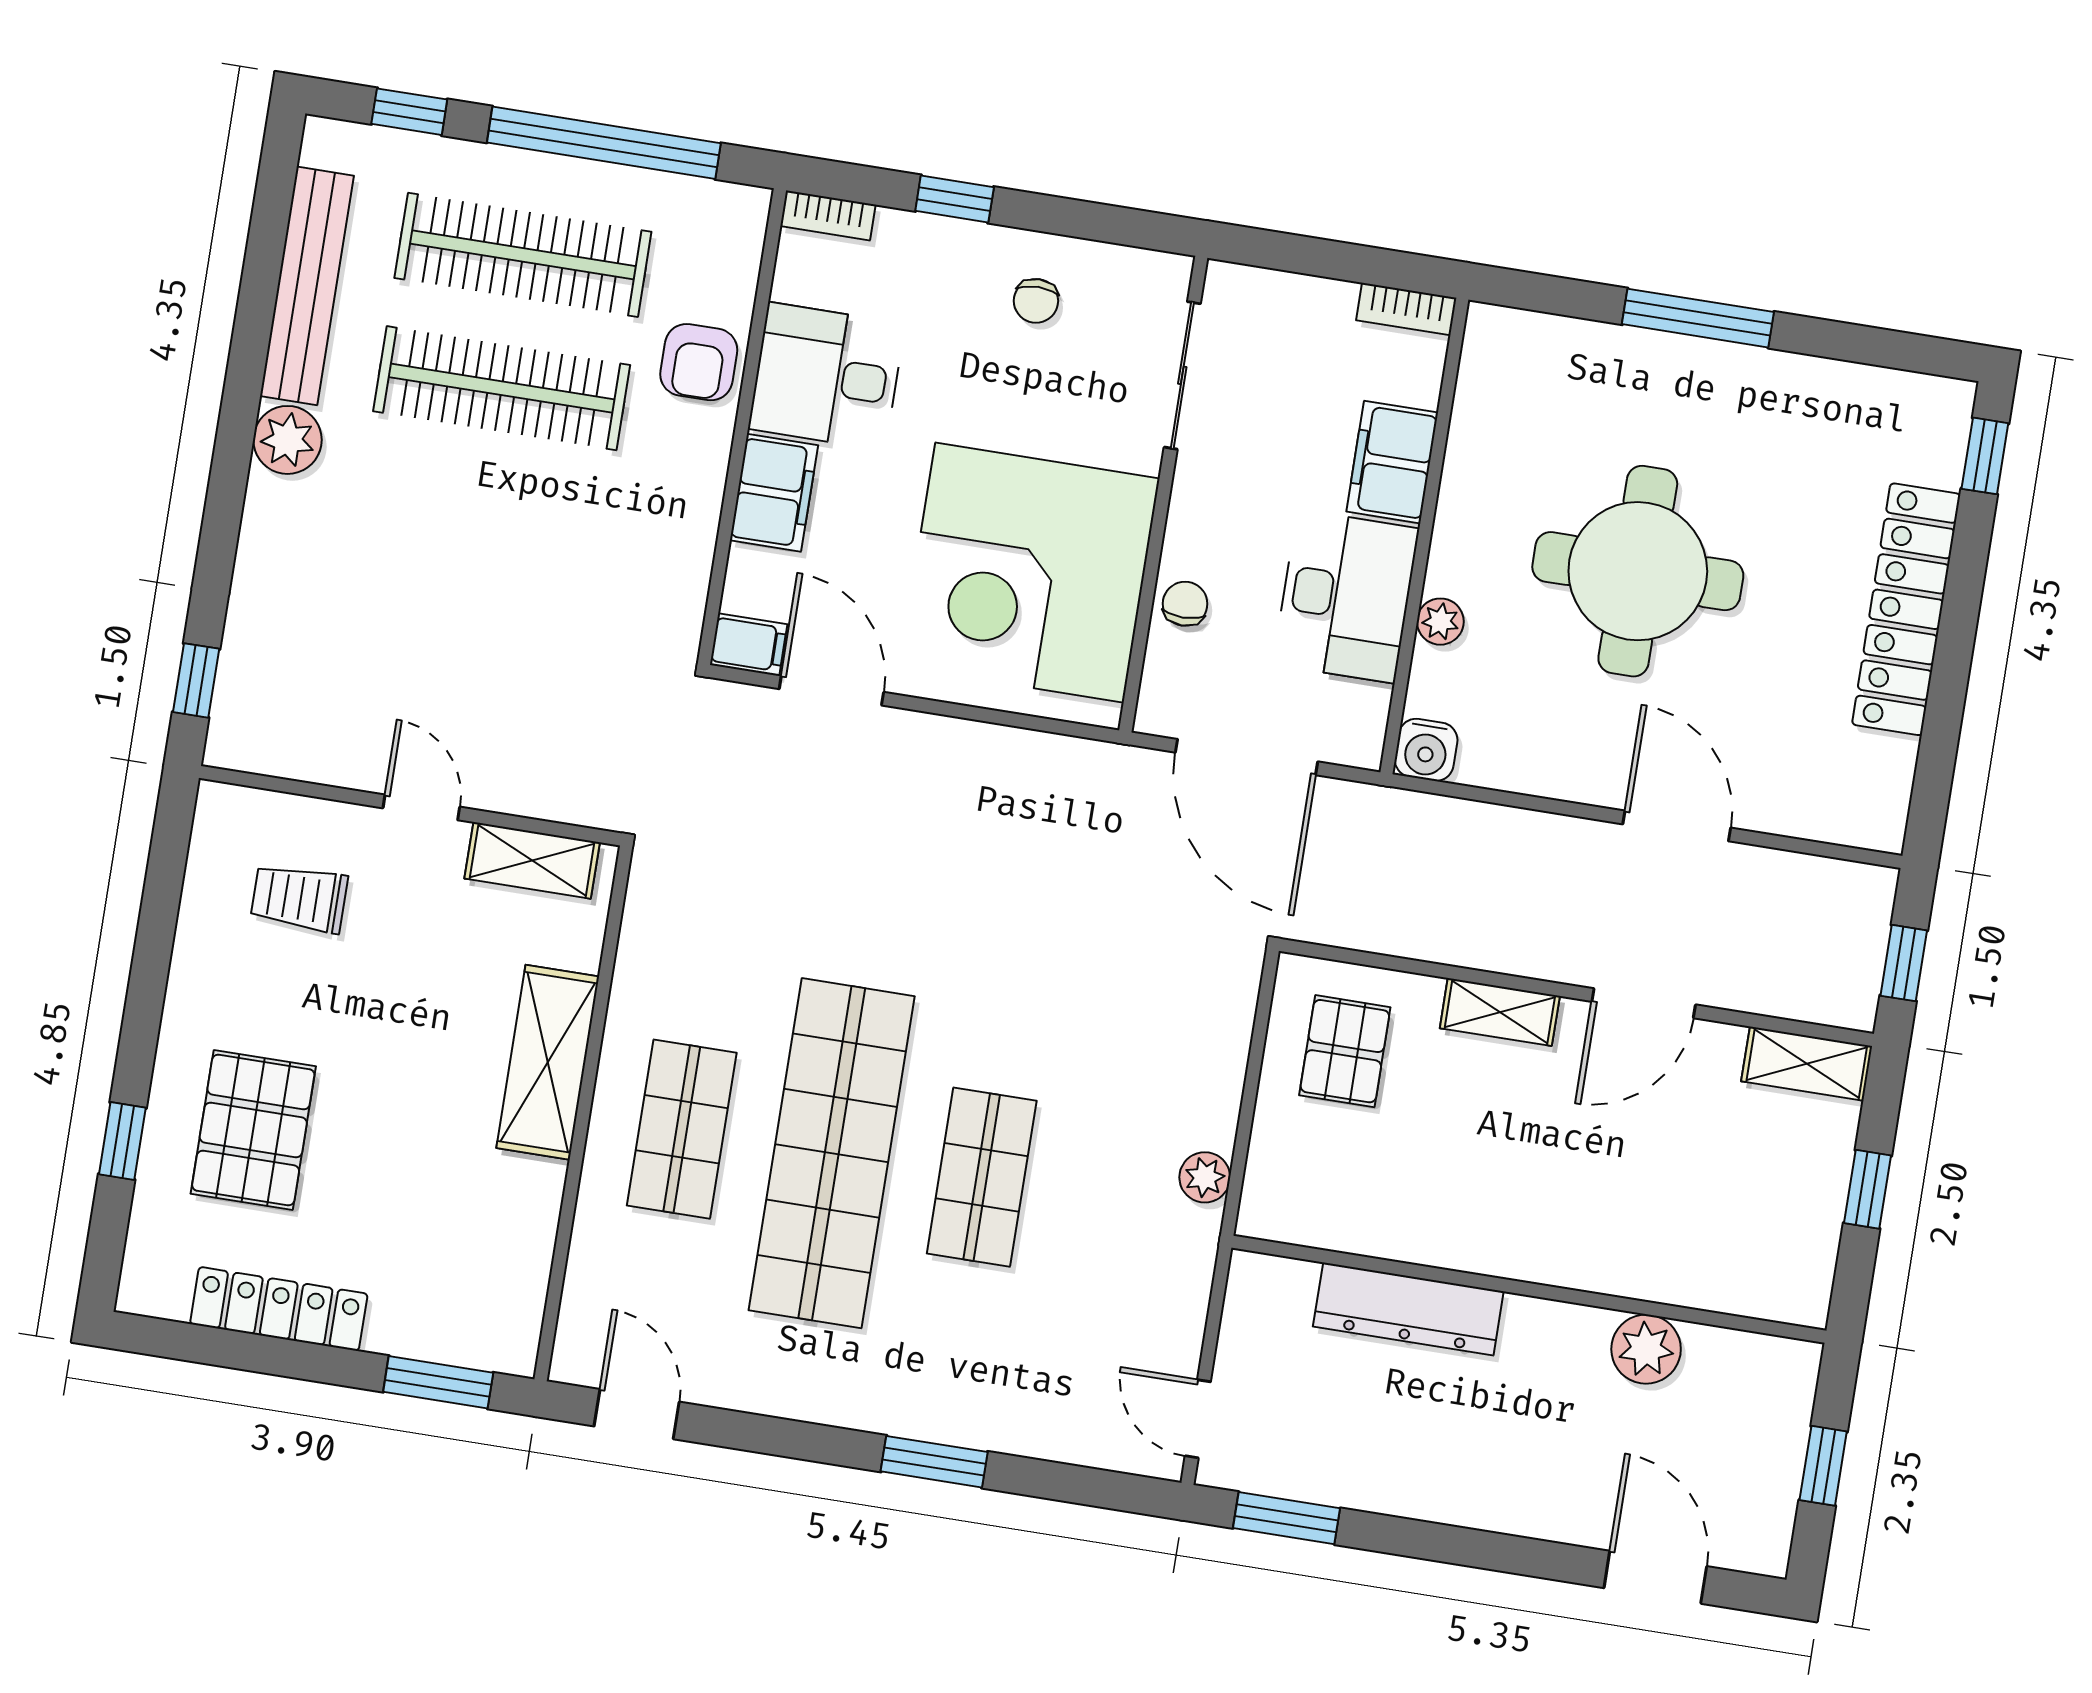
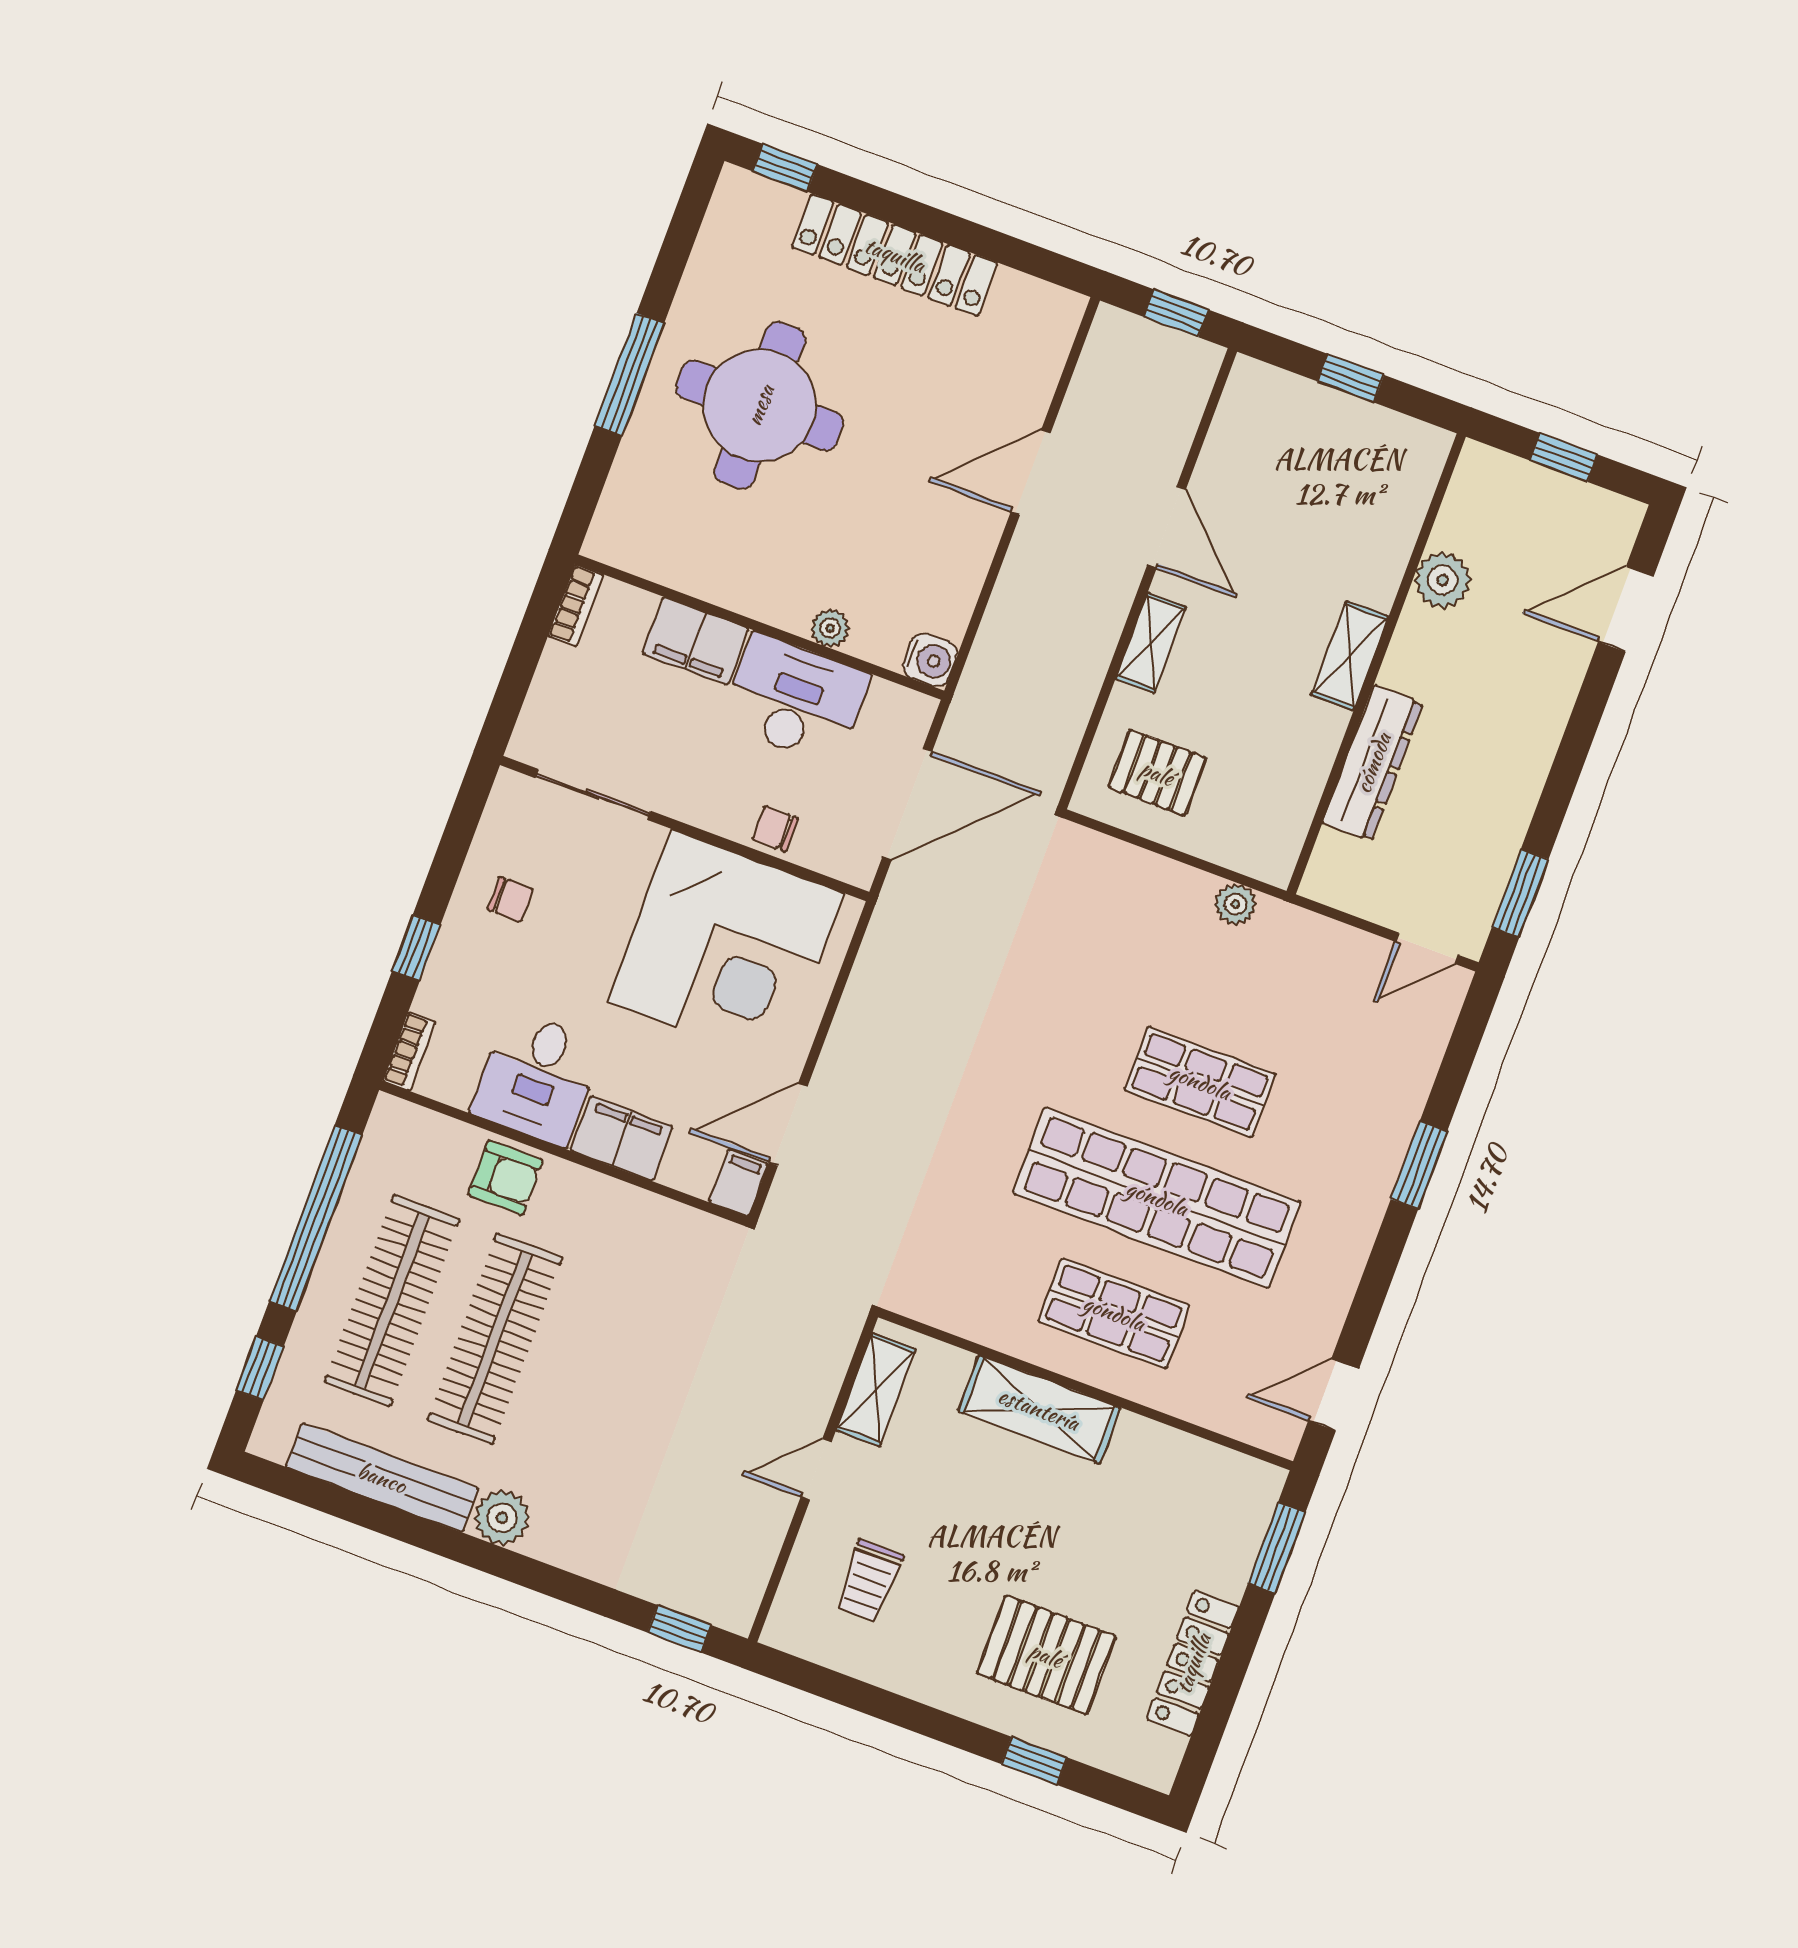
round table: (1638, 571) -> (760, 405), moved
shelving: (1807, 1064) -> (1350, 656), moved

